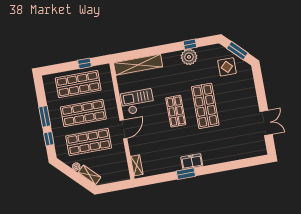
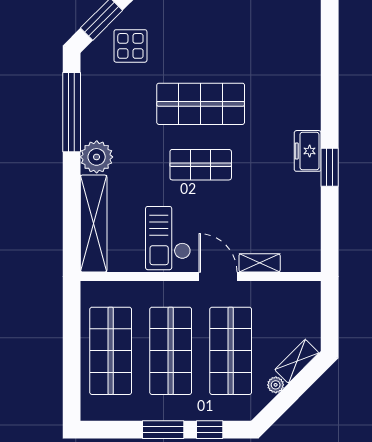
window: (190, 44) -> (72, 112), width x3.17
plant: (189, 57) -> (97, 157), moved
window: (85, 63) -> (72, 330), removed
shelving: (137, 165) -> (260, 263), moved

